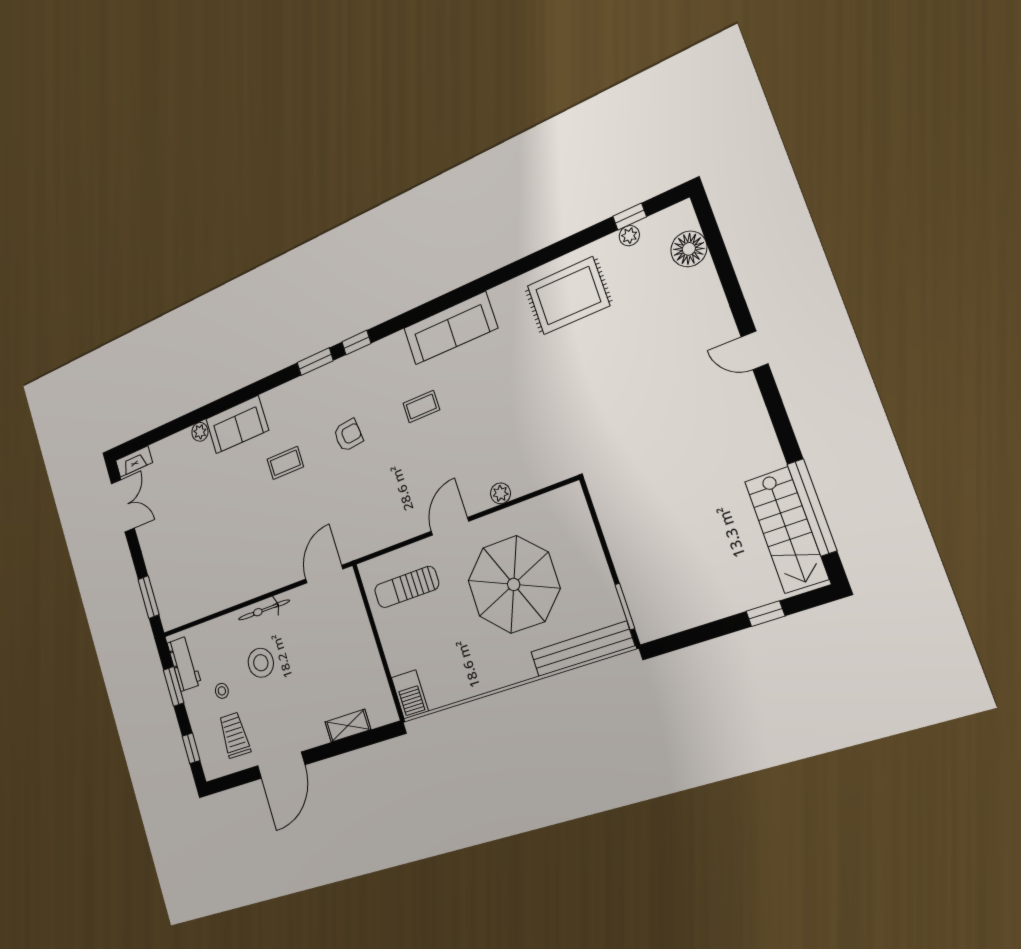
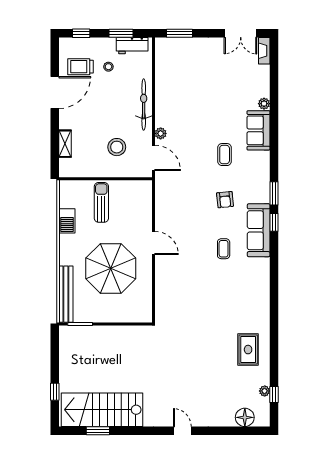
rug: (568, 296) -> (248, 350), width x0.73, depth x0.70
sofa: (450, 328) -> (259, 230), moved
door: (755, 350) -> (182, 431), hinge flipped
plant: (501, 493) -> (161, 133), moved
window: (812, 507) -> (98, 431), width x0.47
stairs: (786, 530) -> (102, 410), width x1.36, depth x1.51
sun lounger: (407, 587) -> (101, 202), moved
bicycle: (264, 610) -> (144, 105), width x1.37, depth x1.40
stool: (261, 663) -> (117, 147), moved
barbecue: (410, 694) -> (67, 221), moved, turned -90
trolley: (235, 735) -> (80, 67), turned 180
door: (281, 765) -> (55, 93), swing flipped

